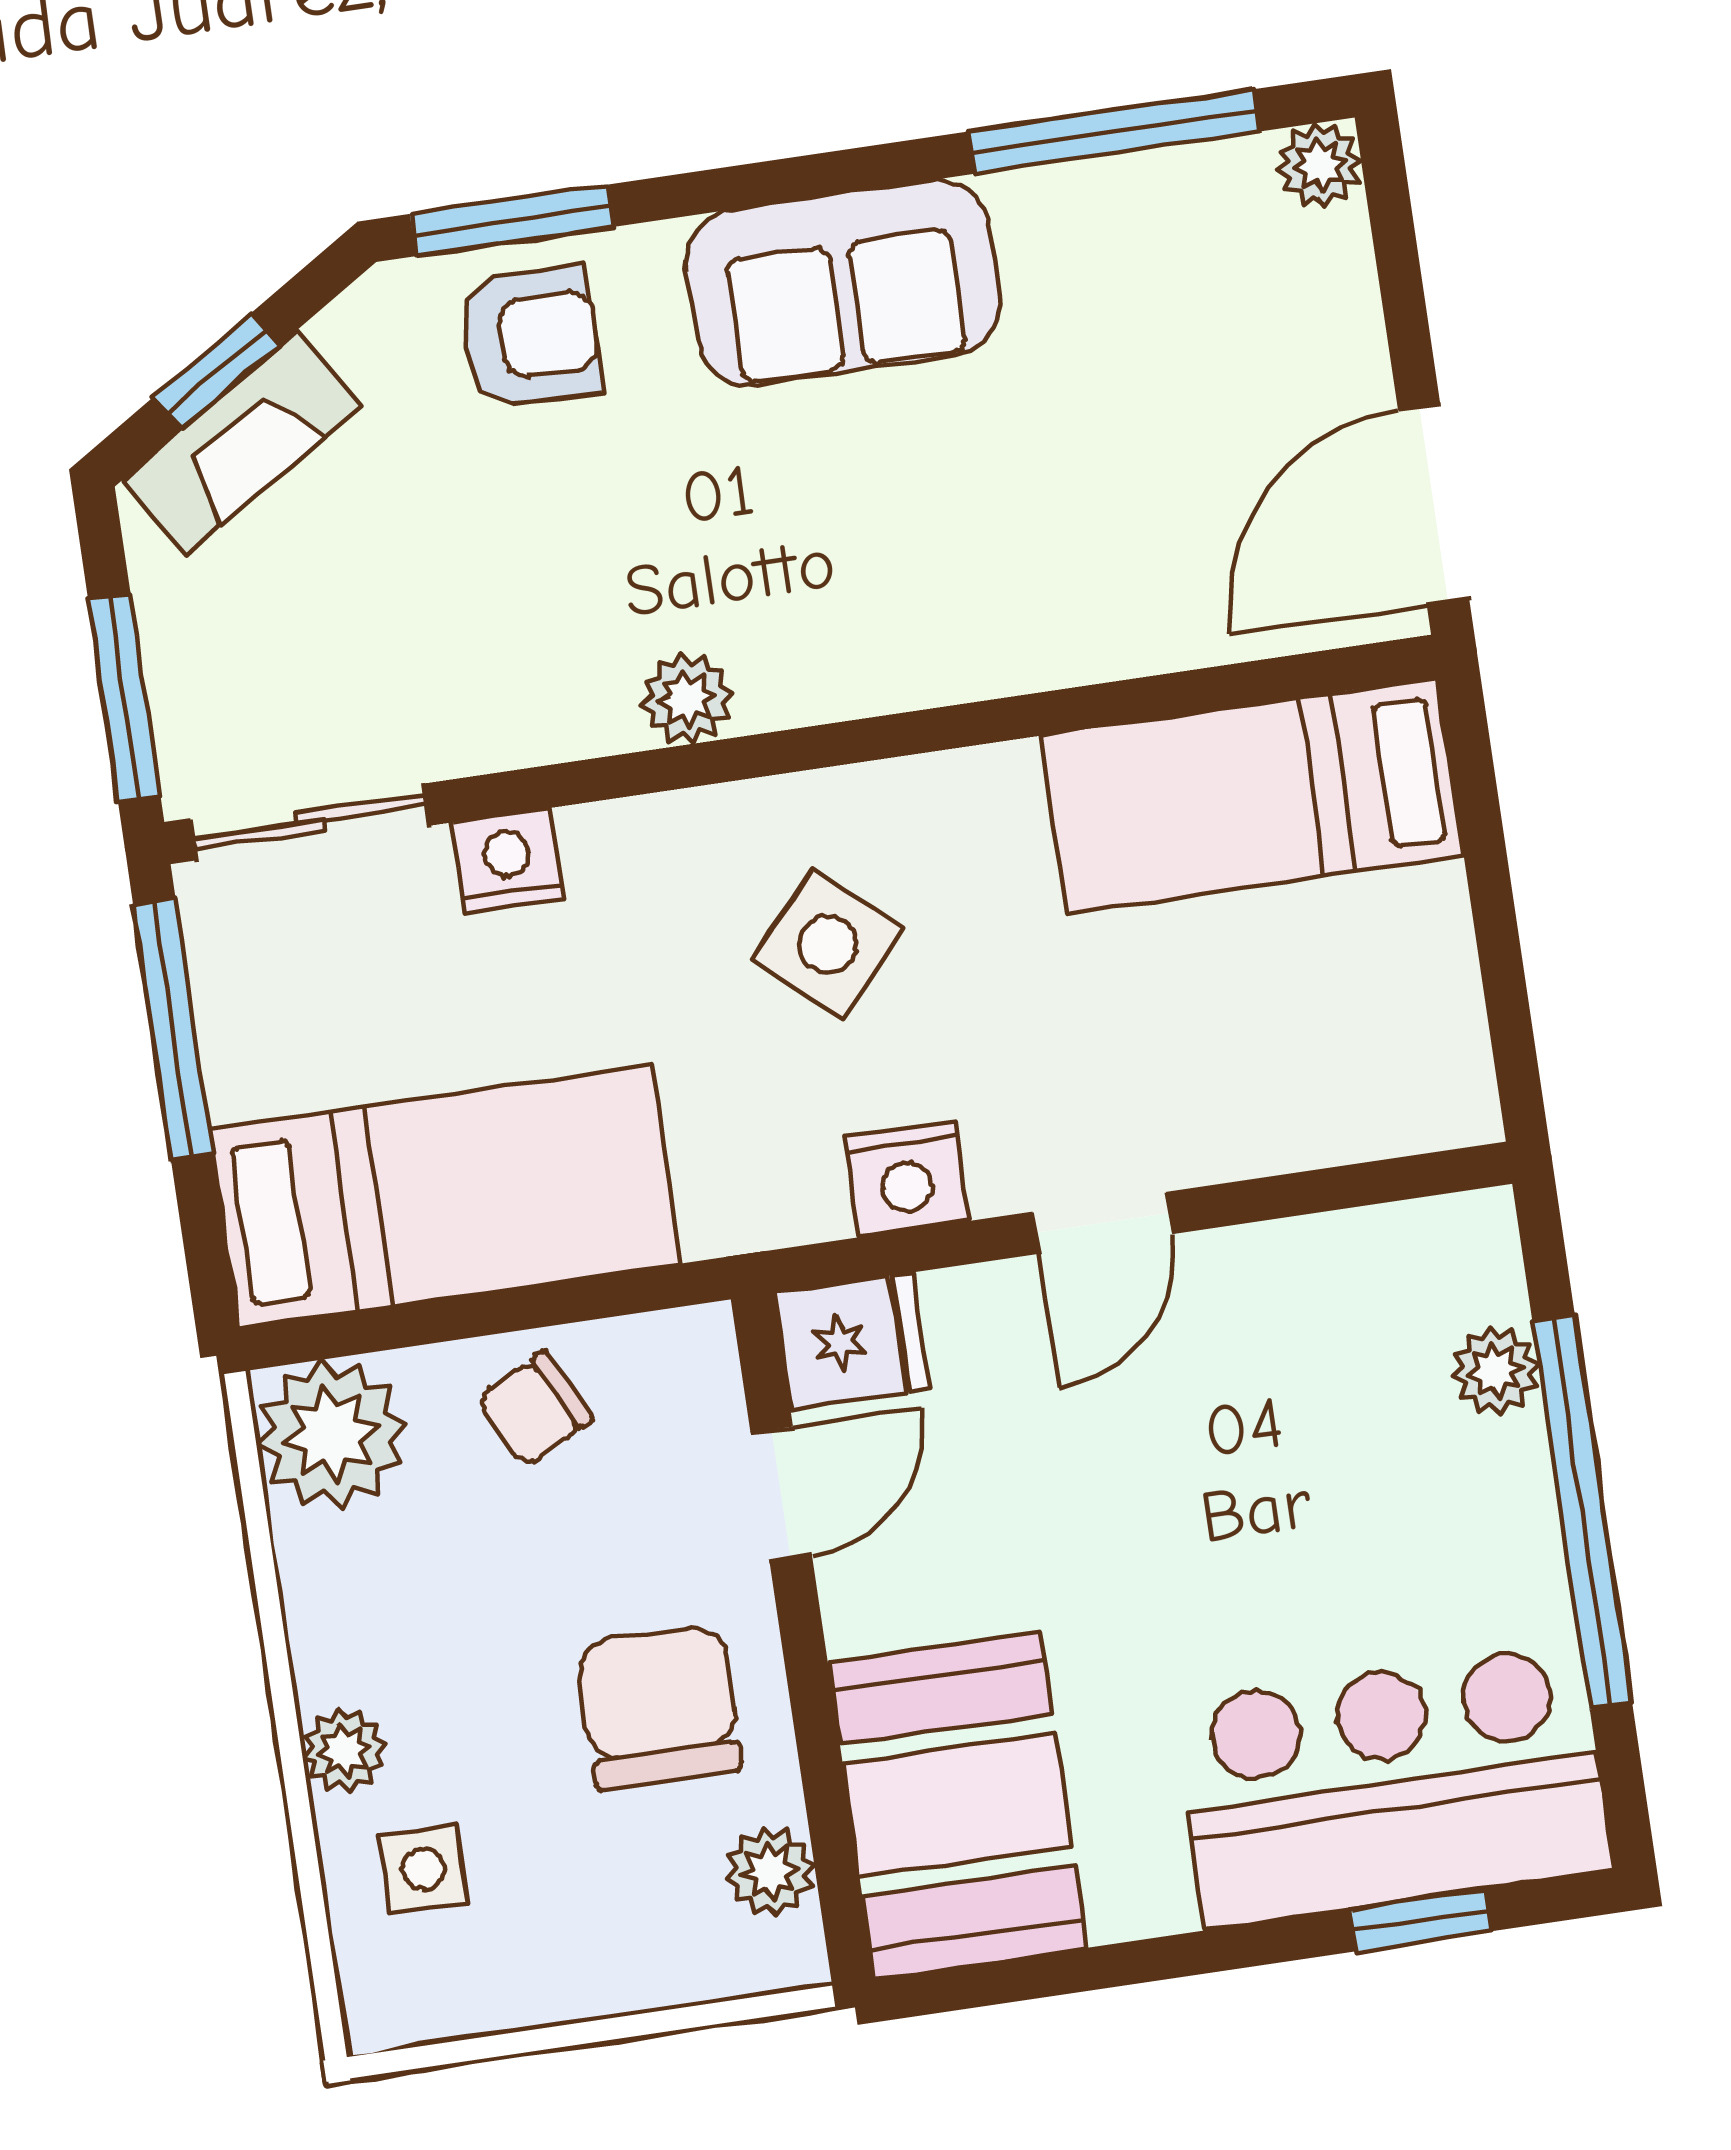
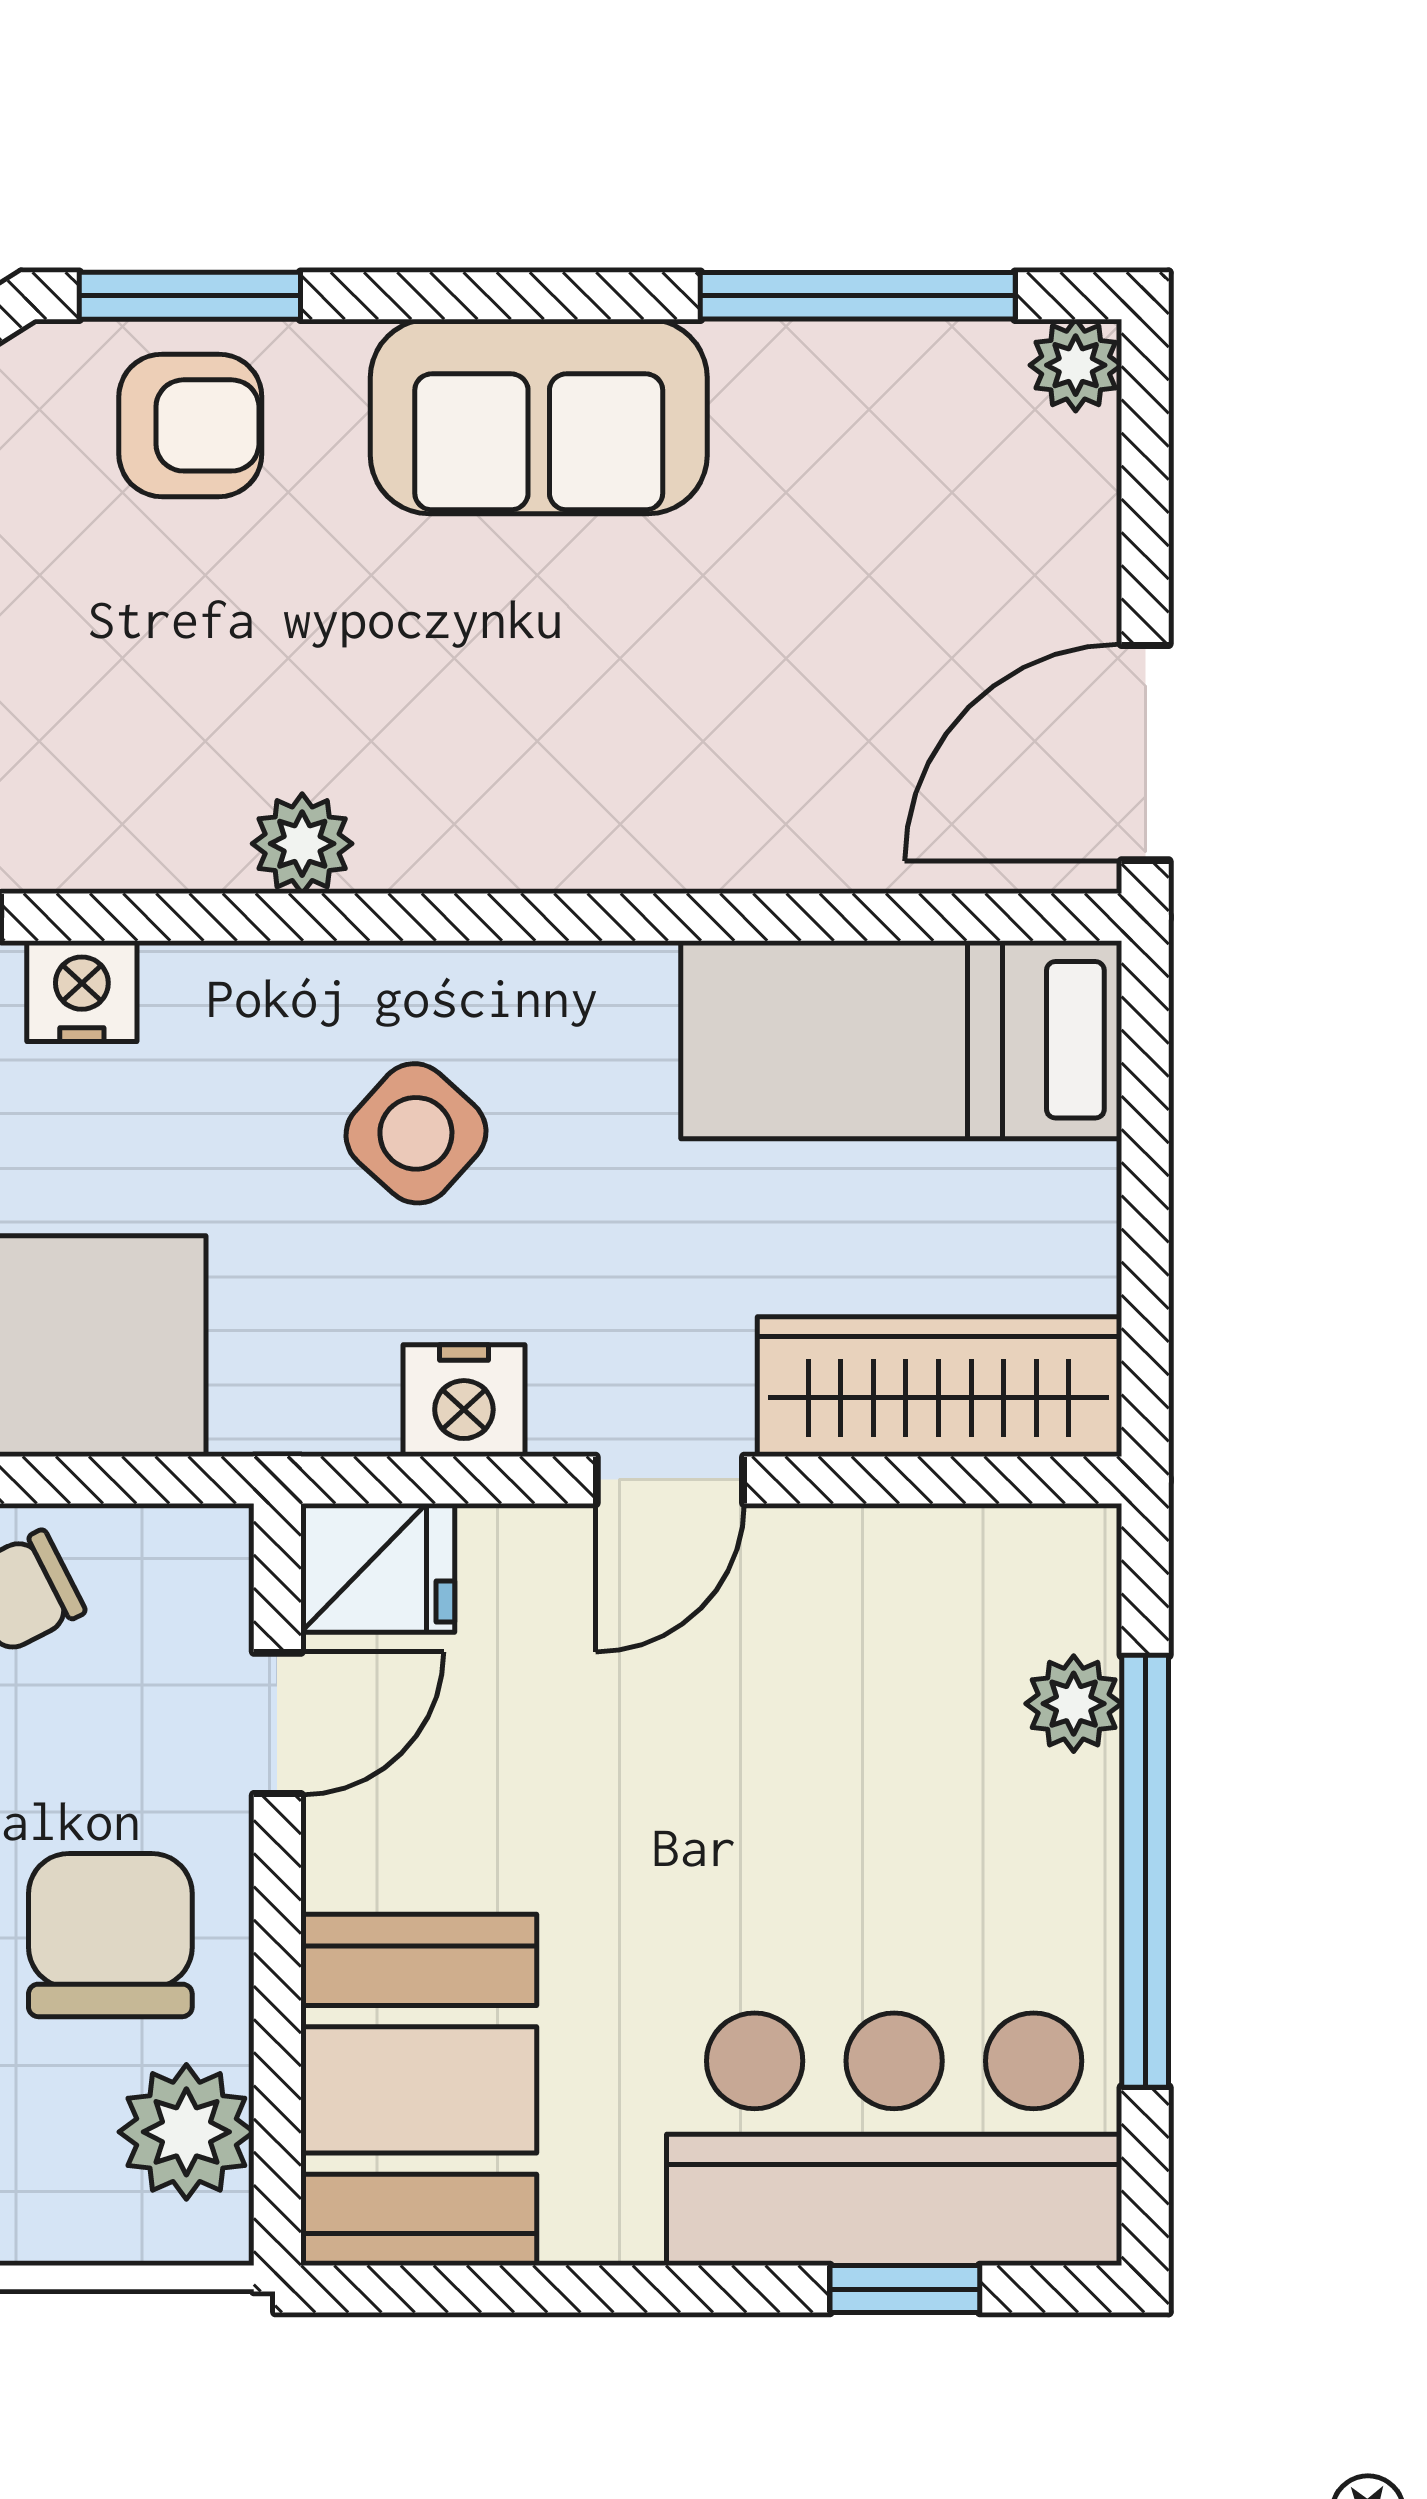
wardrobe: (1332, 1103) -> (938, 1387), added
plant: (770, 1872) -> (186, 2132), width x1.38, depth x1.38

